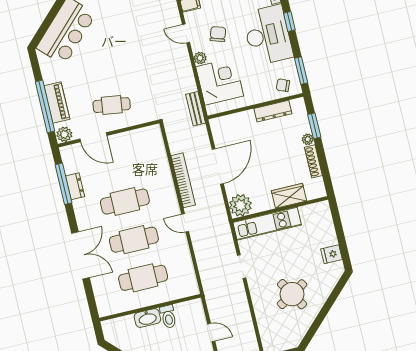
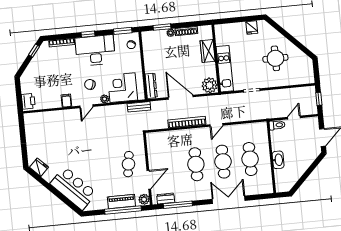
dresser: (273, 111) -> (151, 86), moved
dresser: (75, 186) -> (166, 198), moved
round table: (292, 294) -> (275, 58), turned 31
toilet: (168, 317) -> (277, 125), moved

